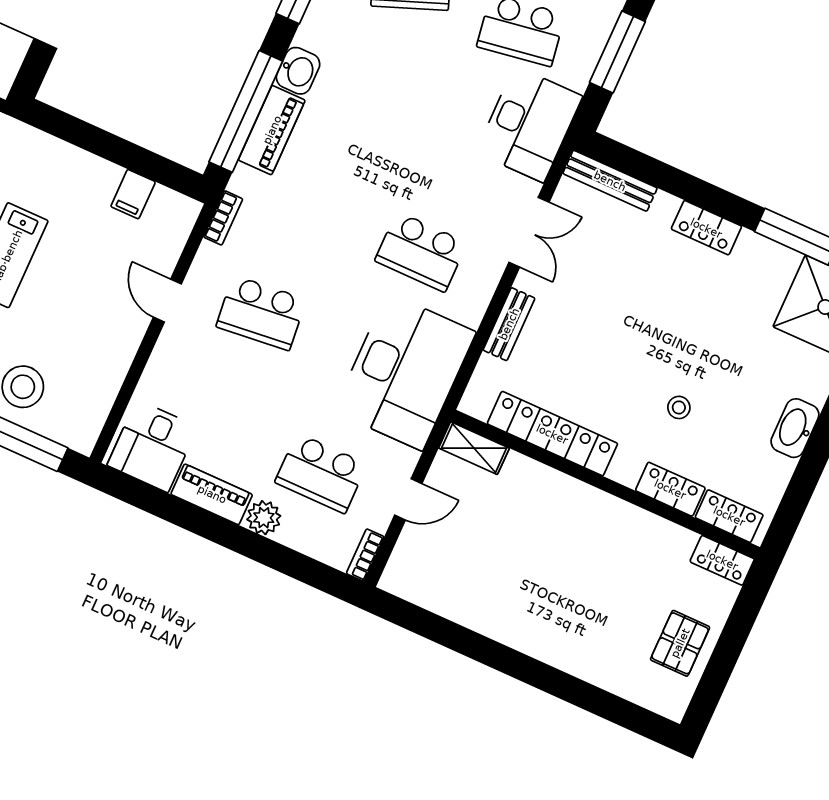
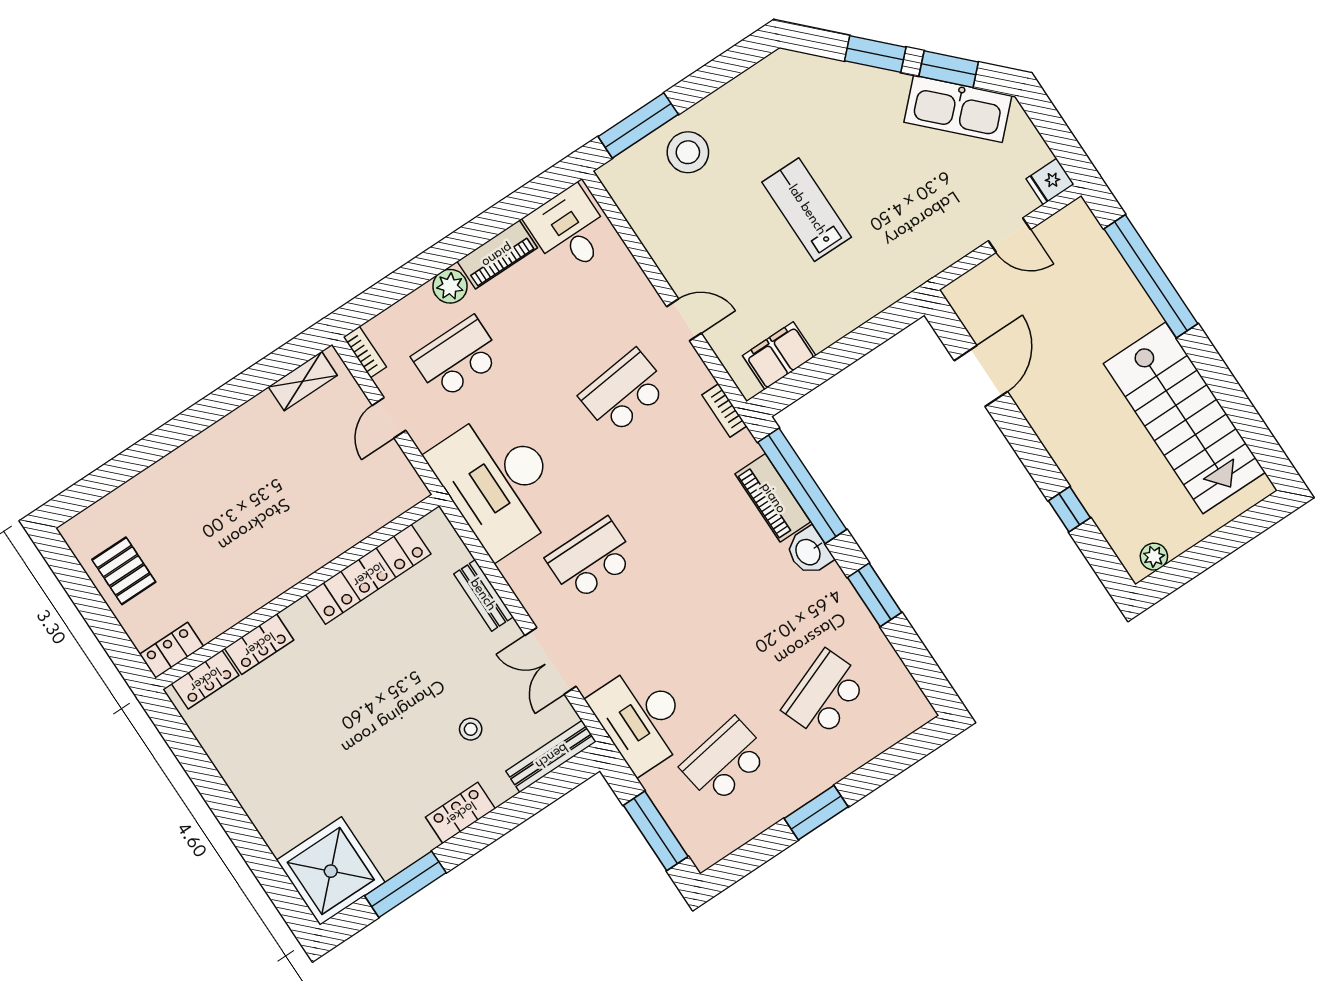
filing cabinet: (133, 194) -> (779, 356), width x2.00
stool: (679, 407) -> (471, 729), moved
washbasin: (795, 428) -> (245, 782), removed
shelving: (474, 448) -> (303, 381), moved

